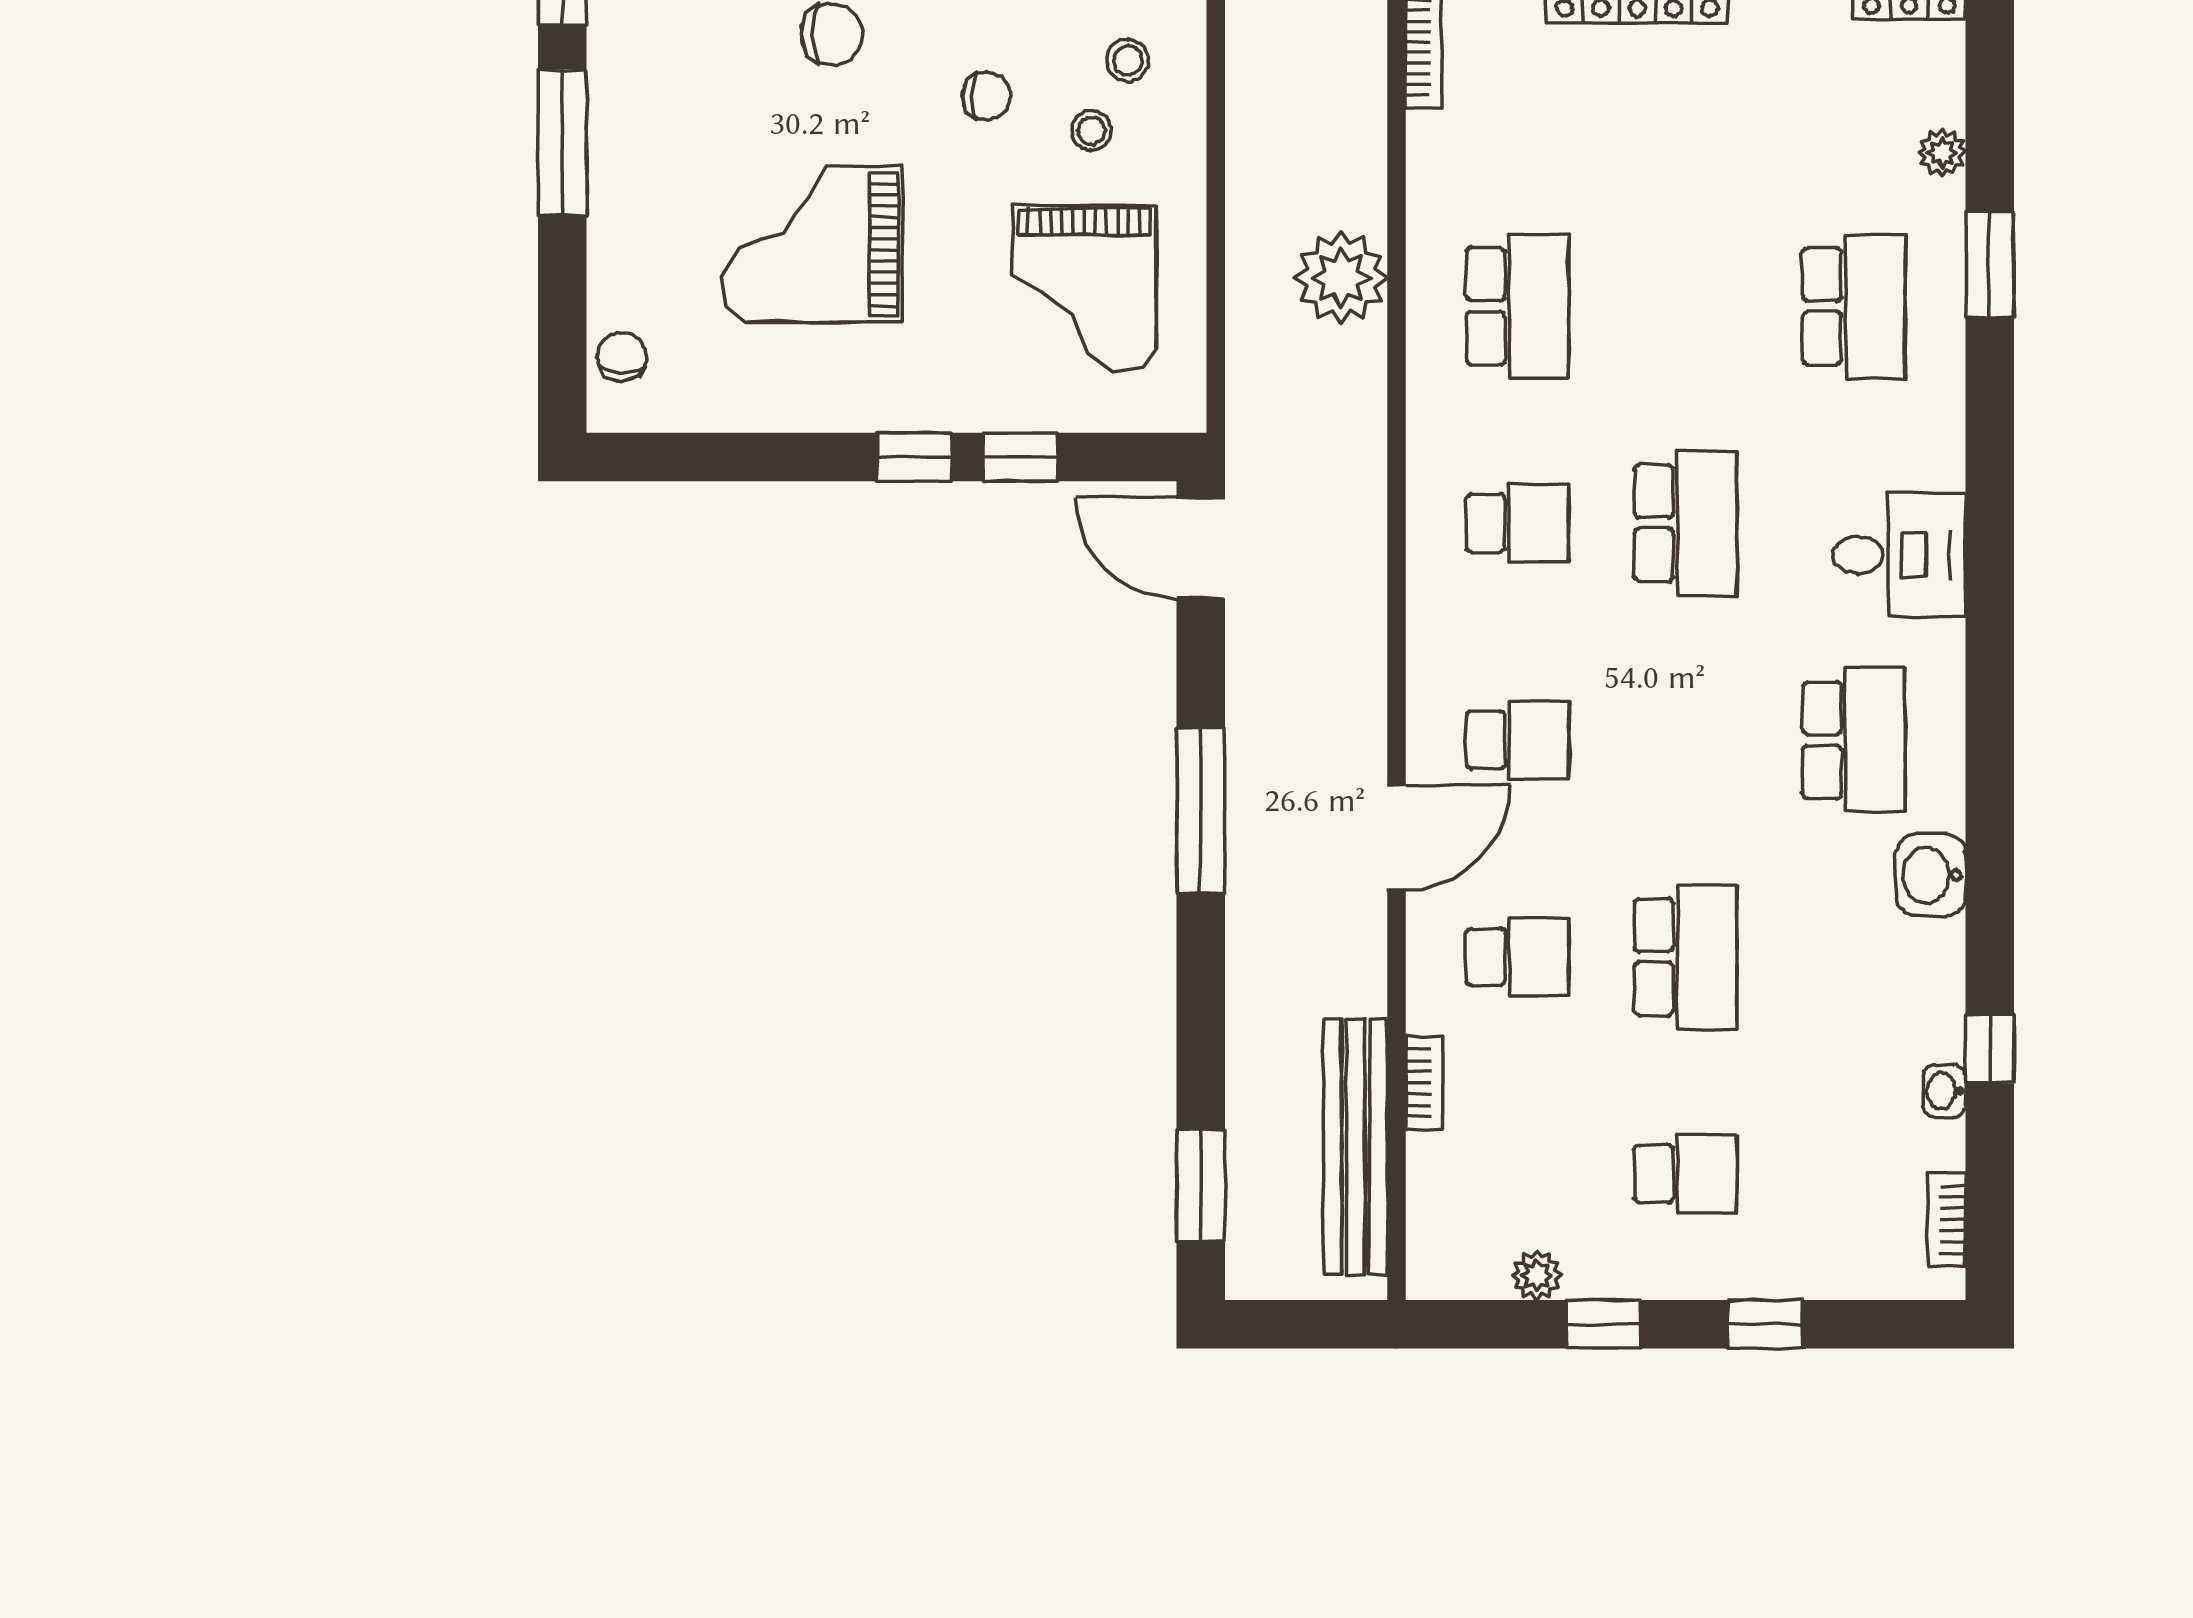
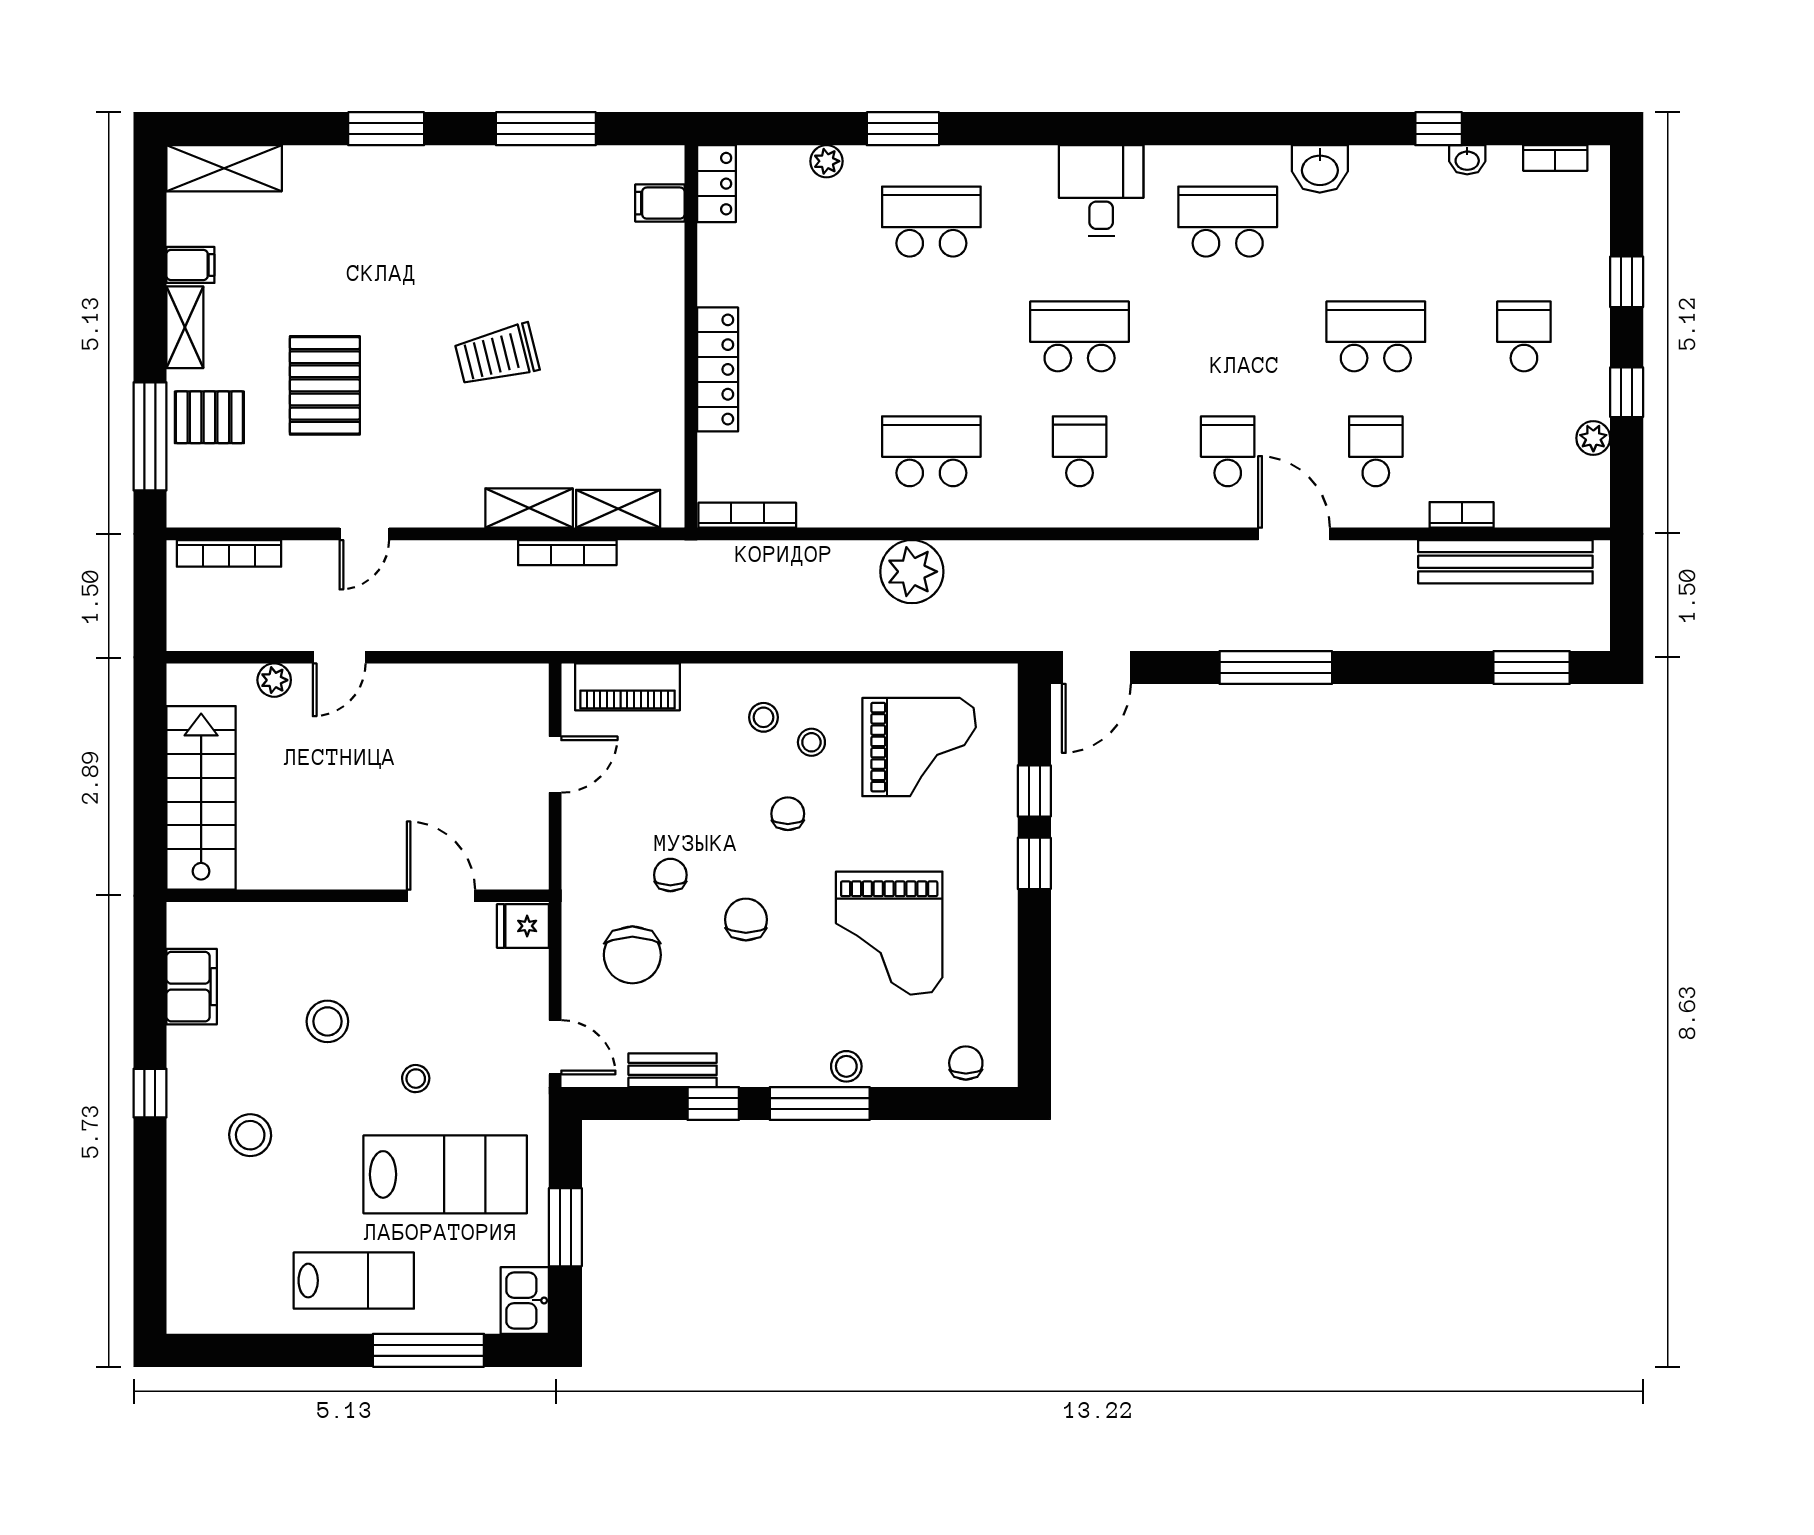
stool: (617, 182) -> (846, 1066), added
chair: (622, 357) -> (966, 1063), turned 90

